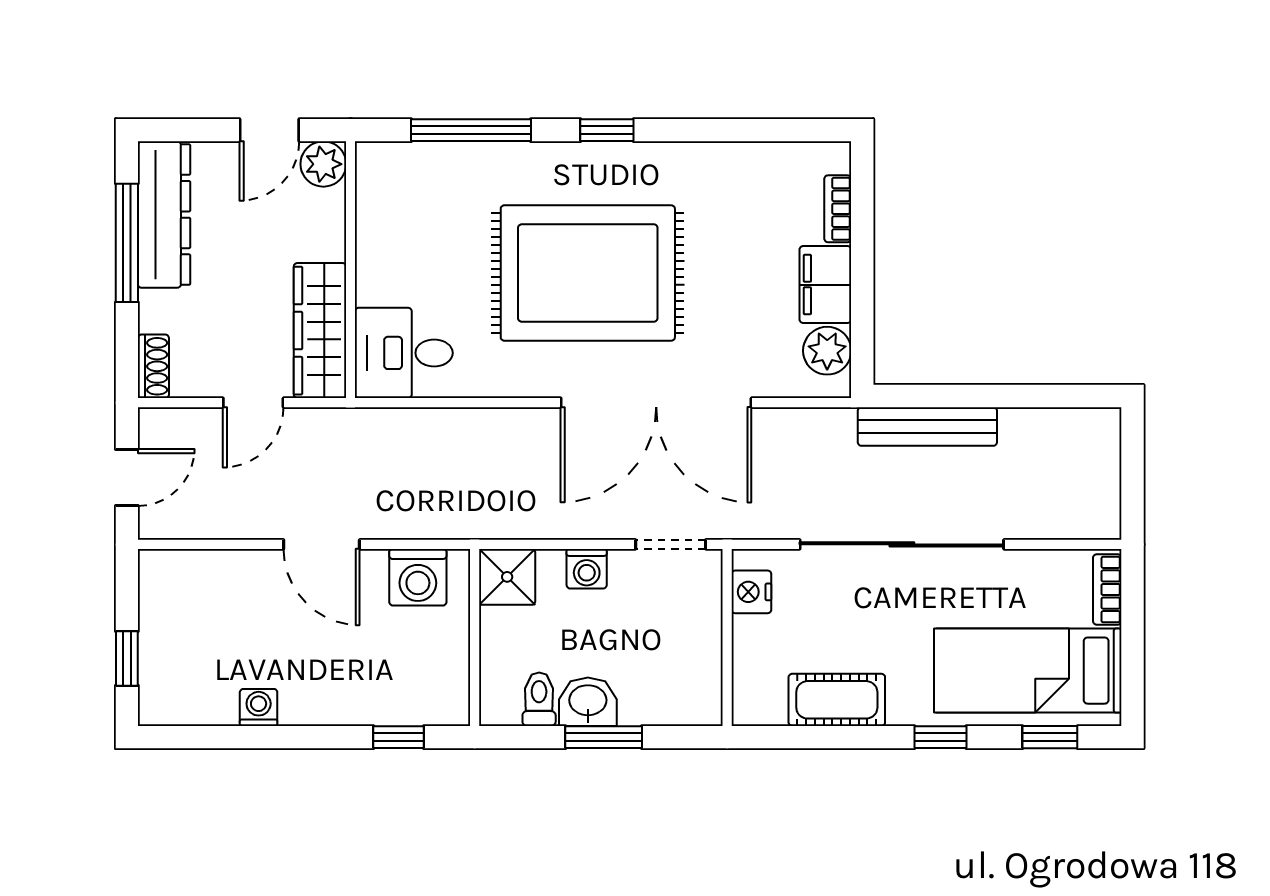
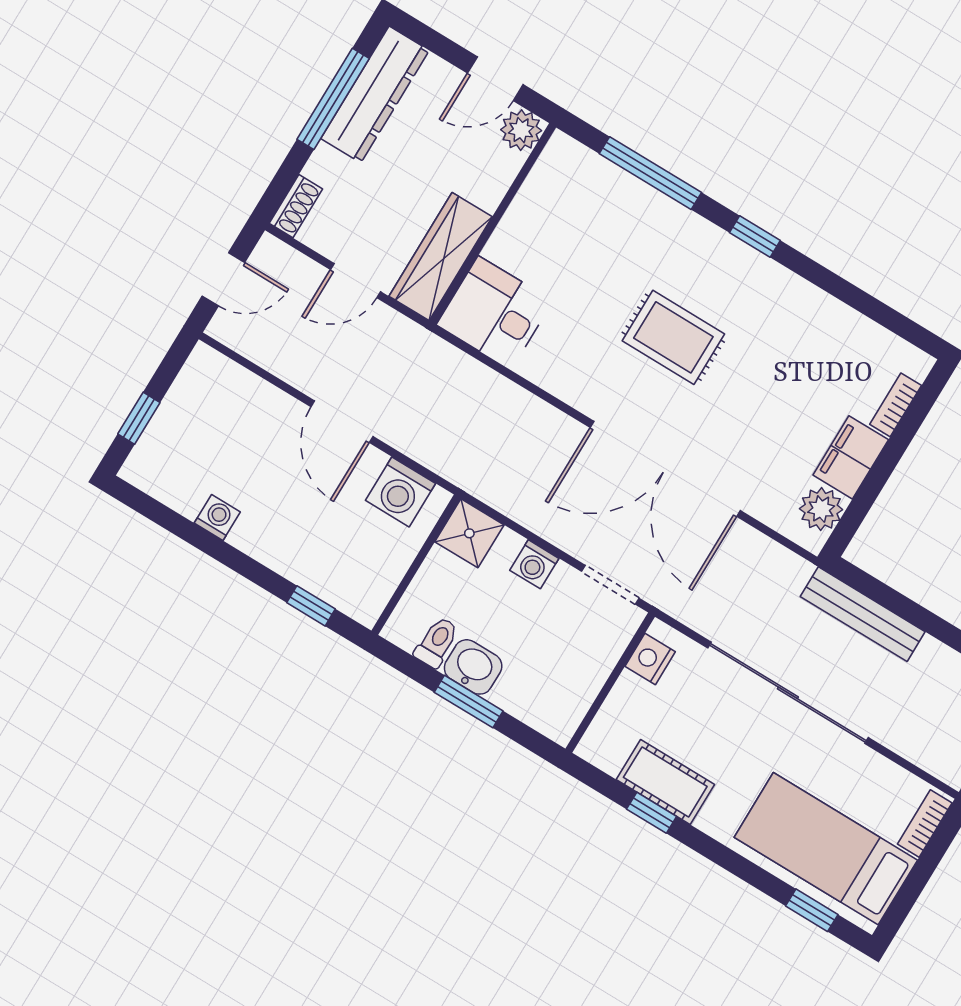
rug: (588, 273) -> (673, 337), width x0.54, depth x0.49
window: (940, 737) -> (652, 813), moved

